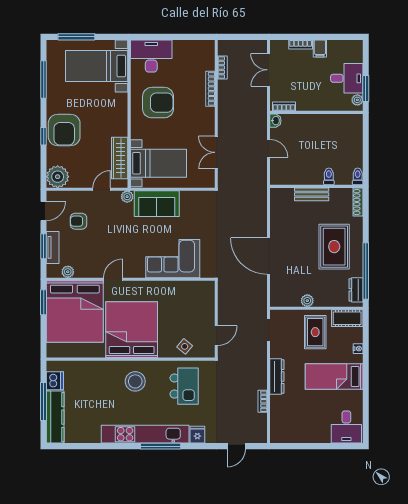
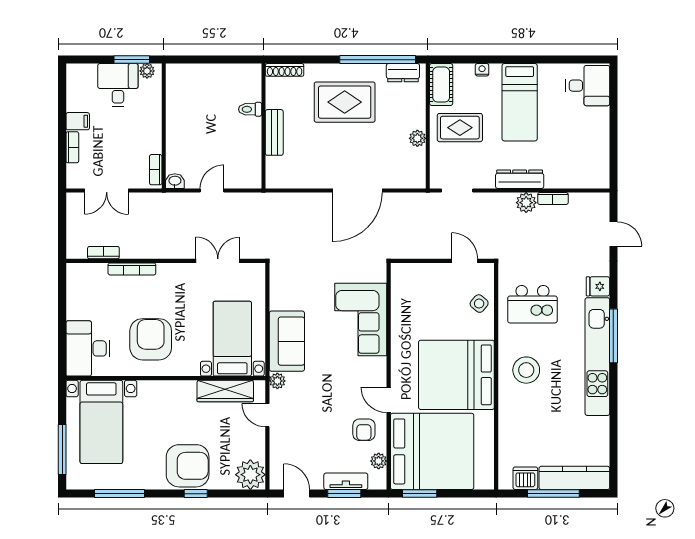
double door: (216, 152) -> (218, 261), swing flipped
toilet: (358, 176) -> (250, 70), removed
armchair: (79, 221) -> (364, 430), moved
plant: (260, 381) -> (526, 203), added
kitchen island: (184, 386) -> (532, 304), turned 180

